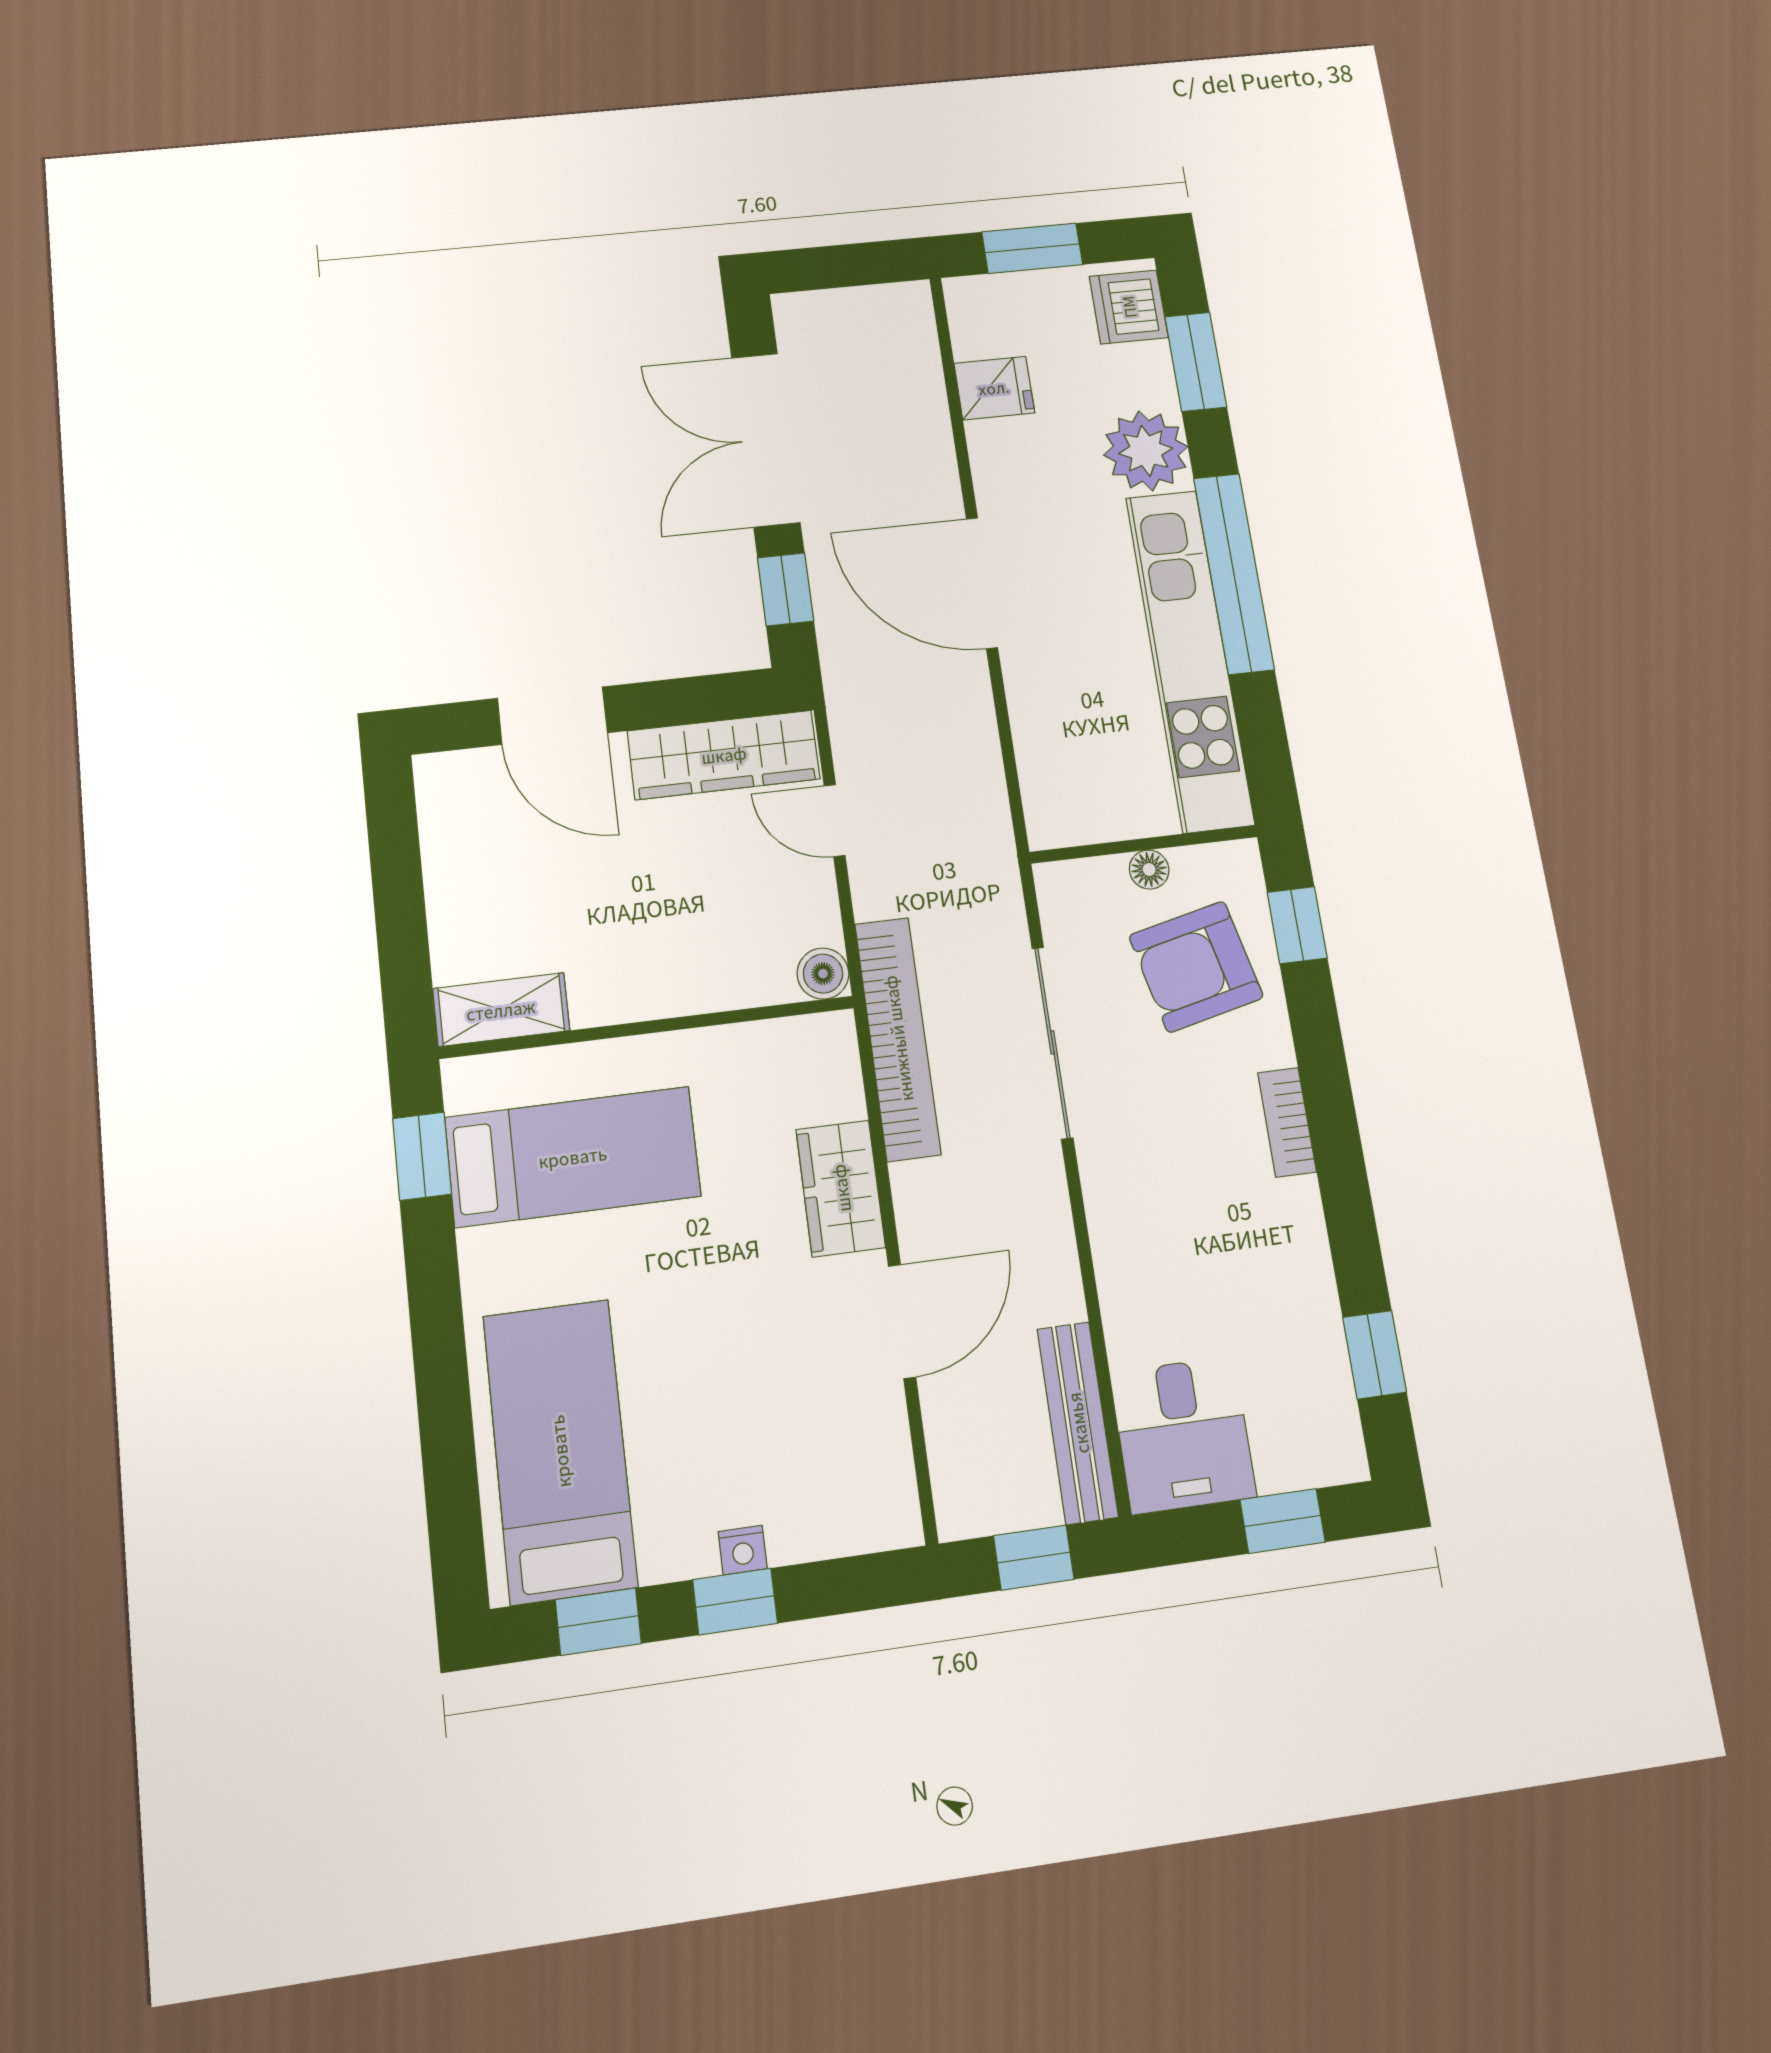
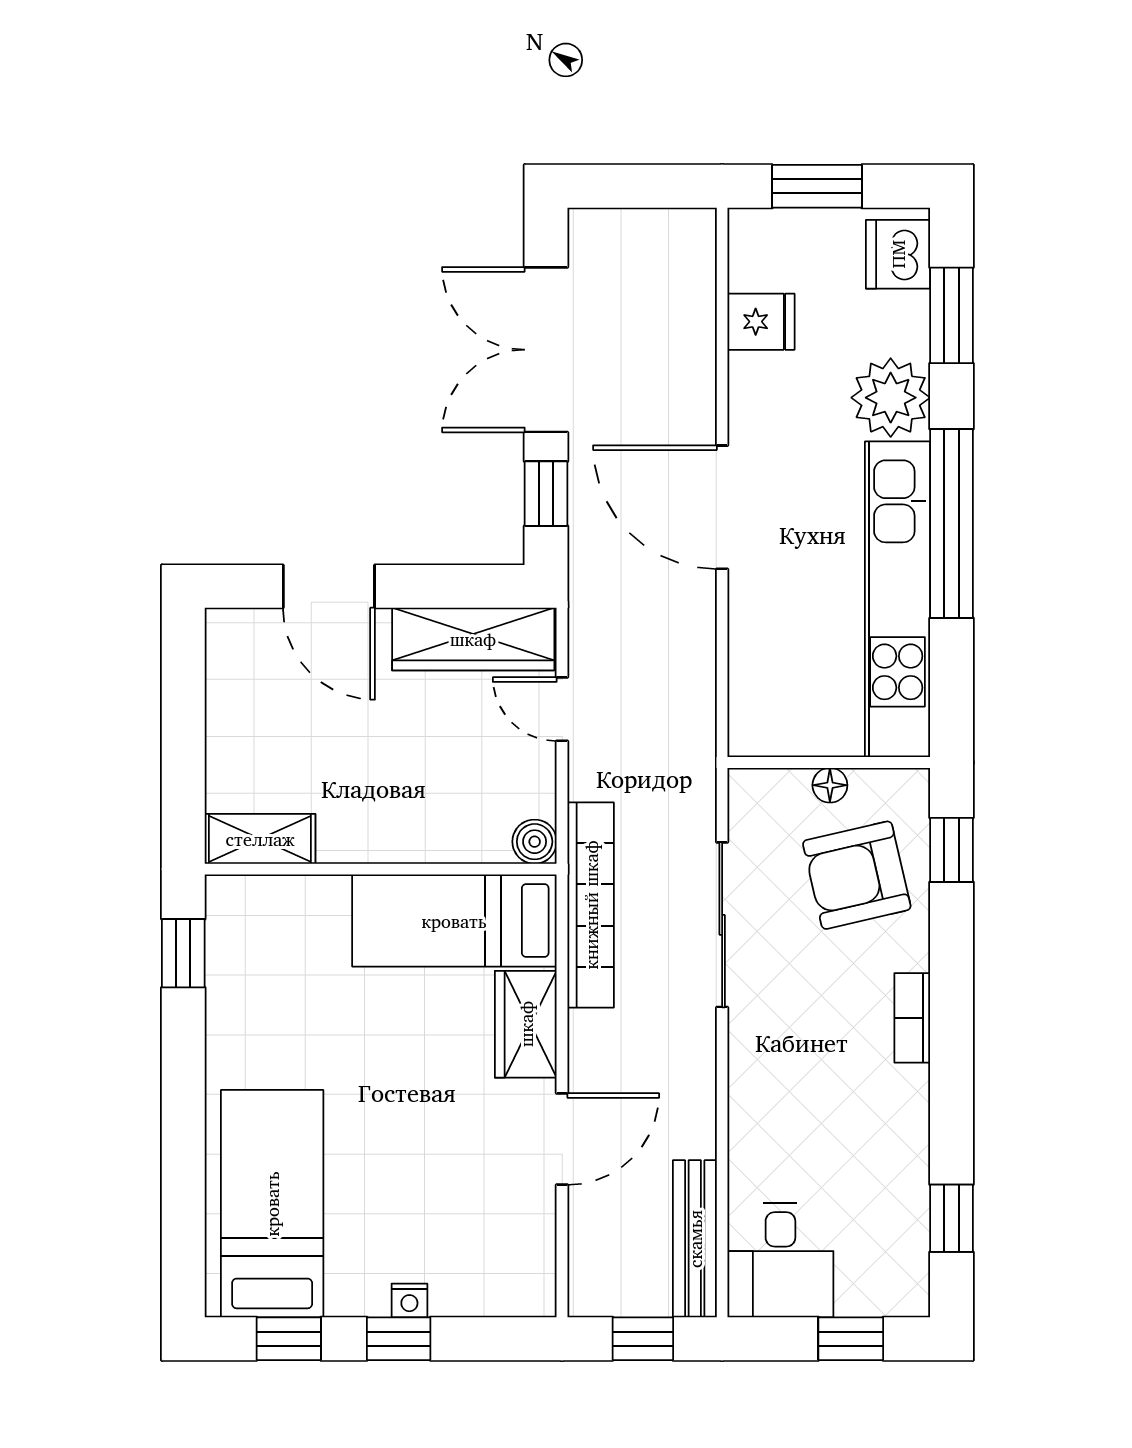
bed: (573, 1157) -> (454, 921), moved, turned 180

